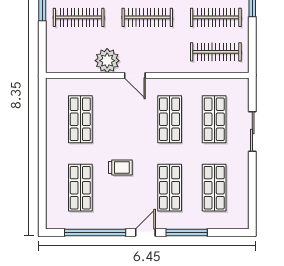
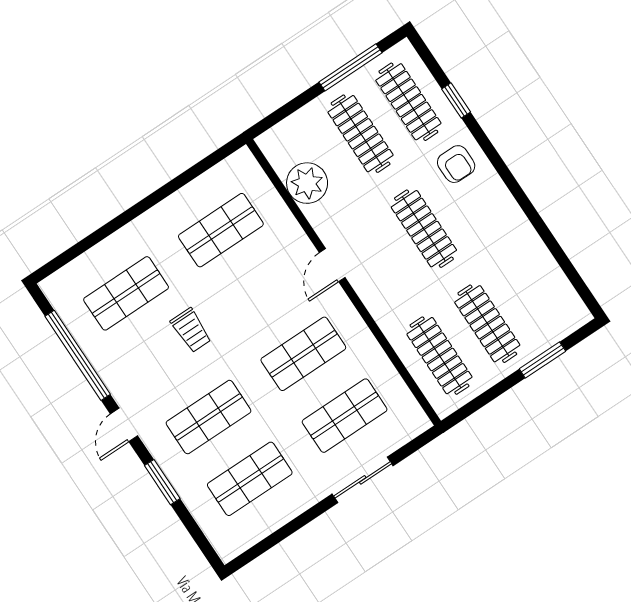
plant: (107, 61) -> (307, 183), moved
door: (145, 232) -> (124, 425), swing flipped
window: (187, 232) -> (162, 482), width x0.69

